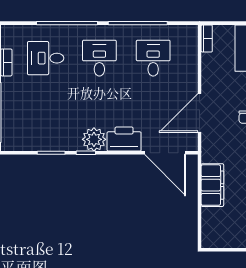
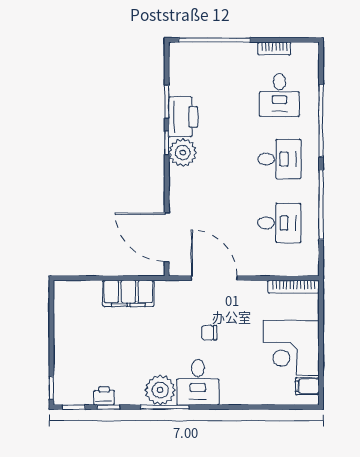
bookcase: (207, 38) -> (294, 287), width x1.56
desk: (46, 58) -> (279, 95), turned 180
printer: (124, 139) -> (183, 117), moved
door: (165, 153) -> (167, 237), hinge flipped

